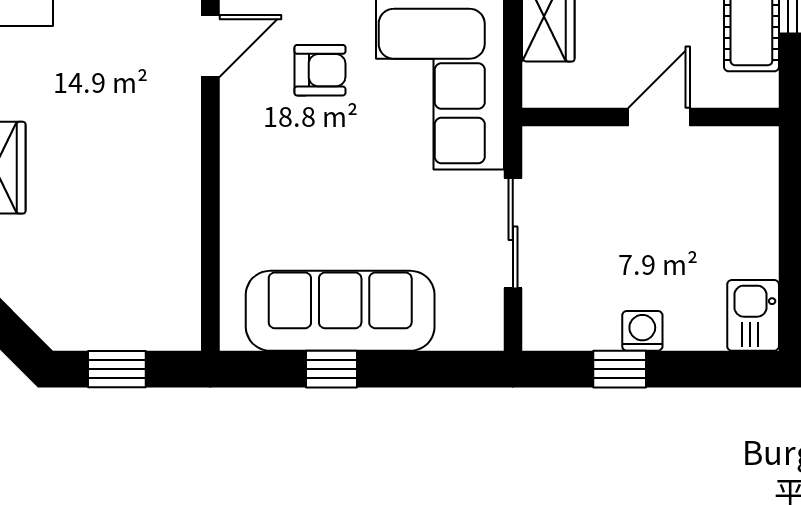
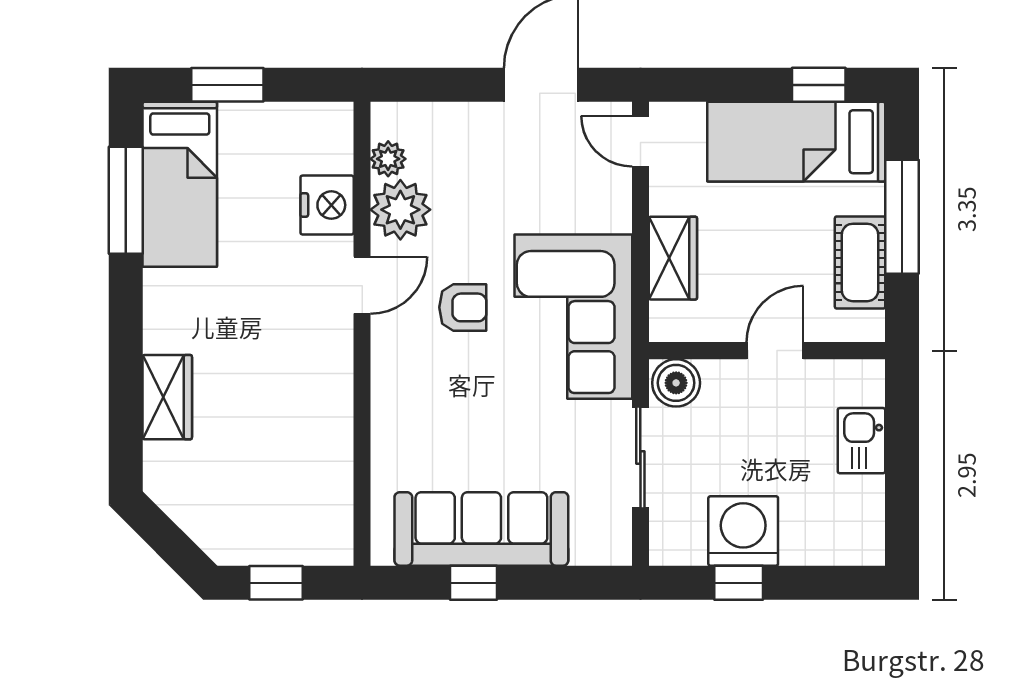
boiler: (552, 152) -> (676, 383), added
kitchen sink: (753, 315) -> (861, 441), moved
washing machine: (642, 331) -> (743, 531), width x1.89, depth x1.89

